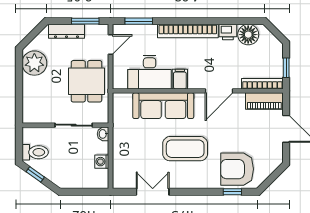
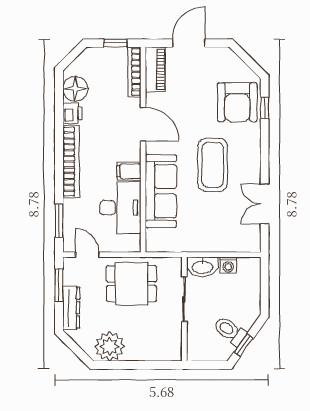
washbasin: (103, 134) -> (203, 267), width x1.91, depth x1.45
toilet: (35, 152) -> (230, 331), moved, turned -54

